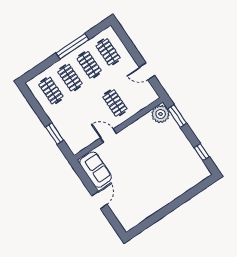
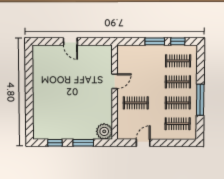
window: (34, 103) -> (178, 41), added
window: (177, 116) -> (83, 143), moved
window: (54, 134) -> (155, 41), moved
sofa: (95, 170) -> (95, 54), removed

